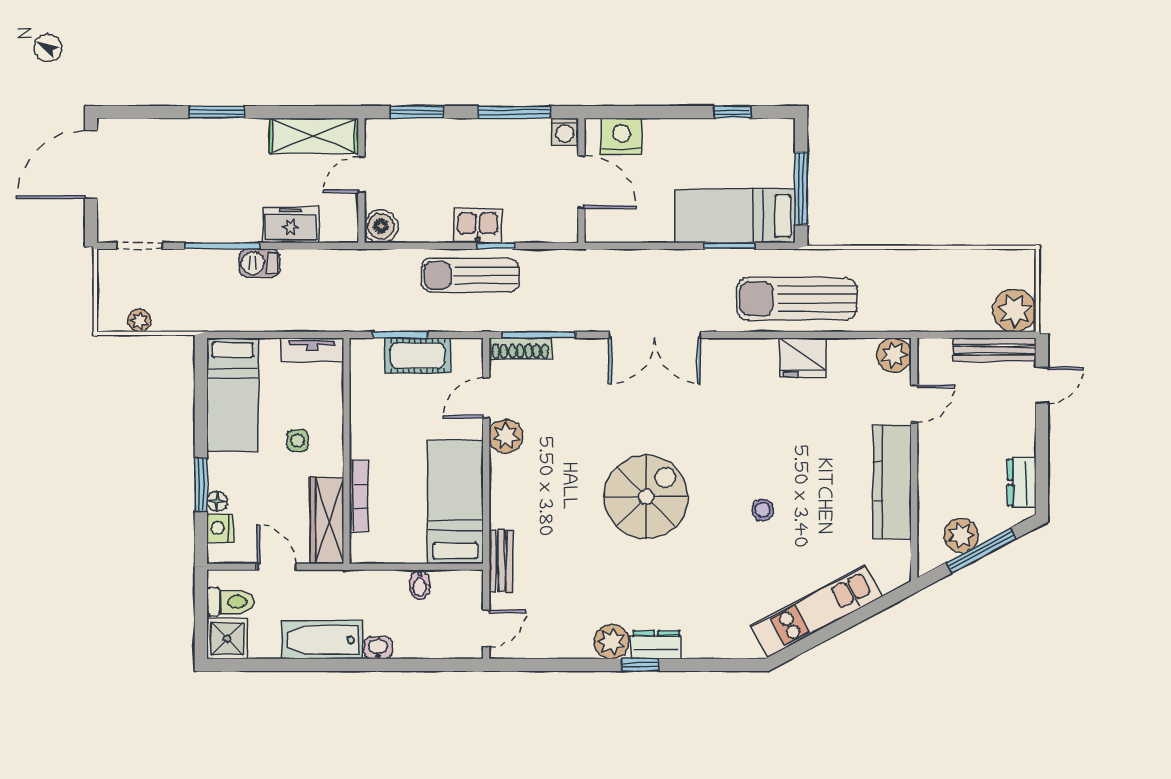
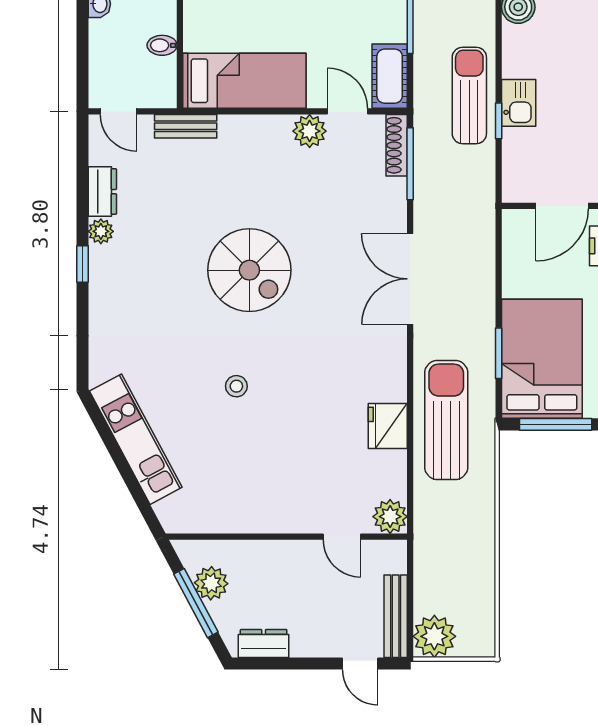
bed: (735, 216) -> (542, 359), width x1.50
cot: (418, 356) -> (390, 76), moved
kitchen counter: (892, 482) -> (264, 515), removed
plant: (612, 642) -> (101, 231), width x0.73, depth x0.73
dresser: (656, 645) -> (102, 192), moved

